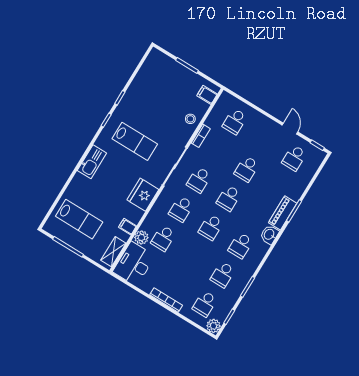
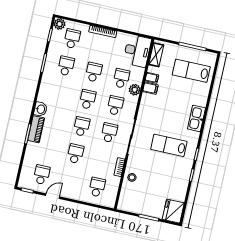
filing cabinet: (207, 95) -> (150, 88), moved
door: (290, 129) -> (53, 196), swing flipped
fridge: (143, 195) -> (173, 211), moved, turned 180
plant: (141, 238) -> (135, 90), moved
school desk: (241, 245) -> (94, 72), moved

